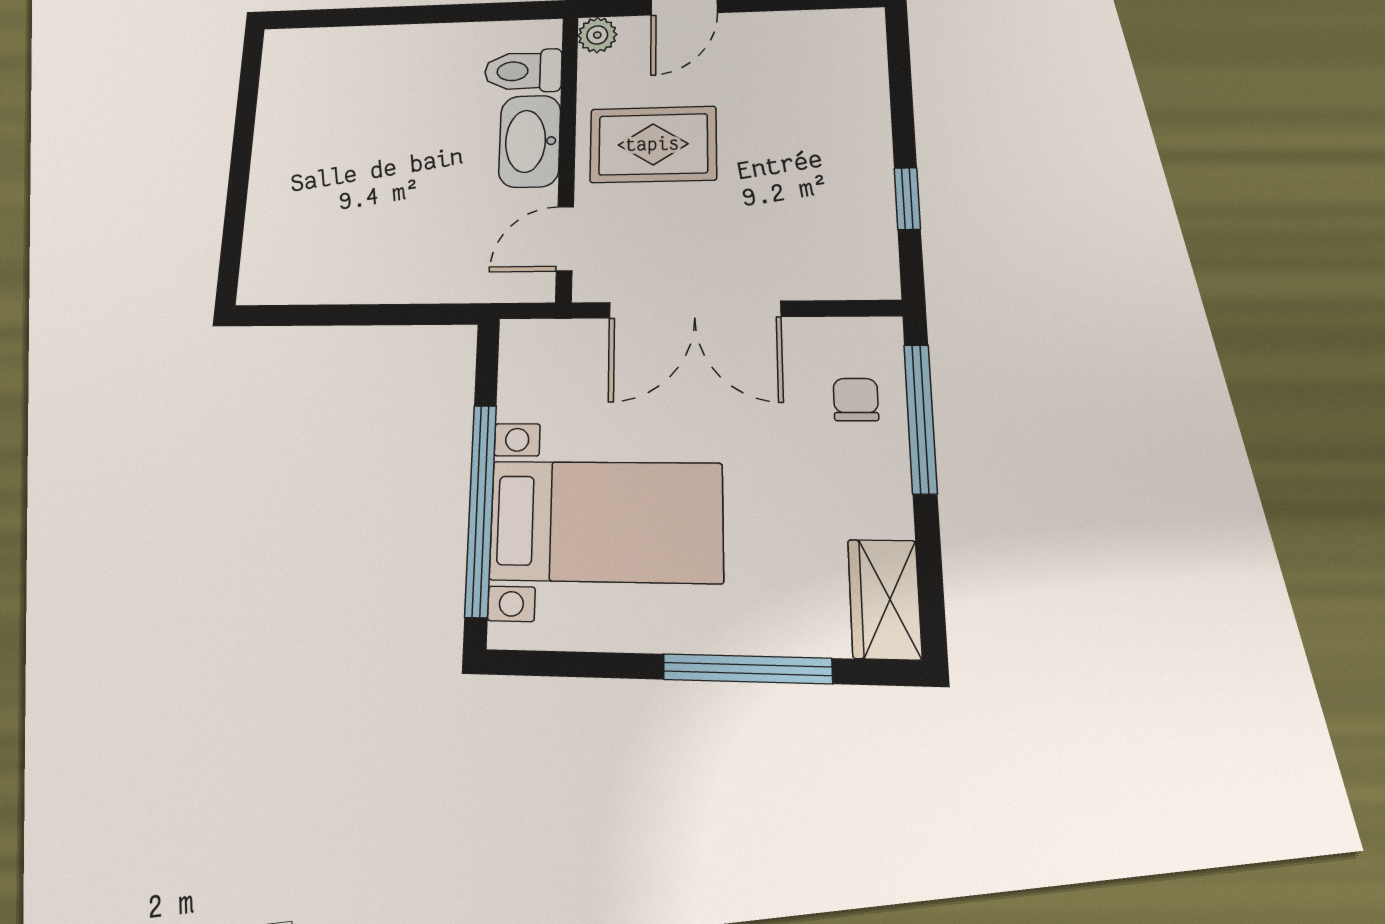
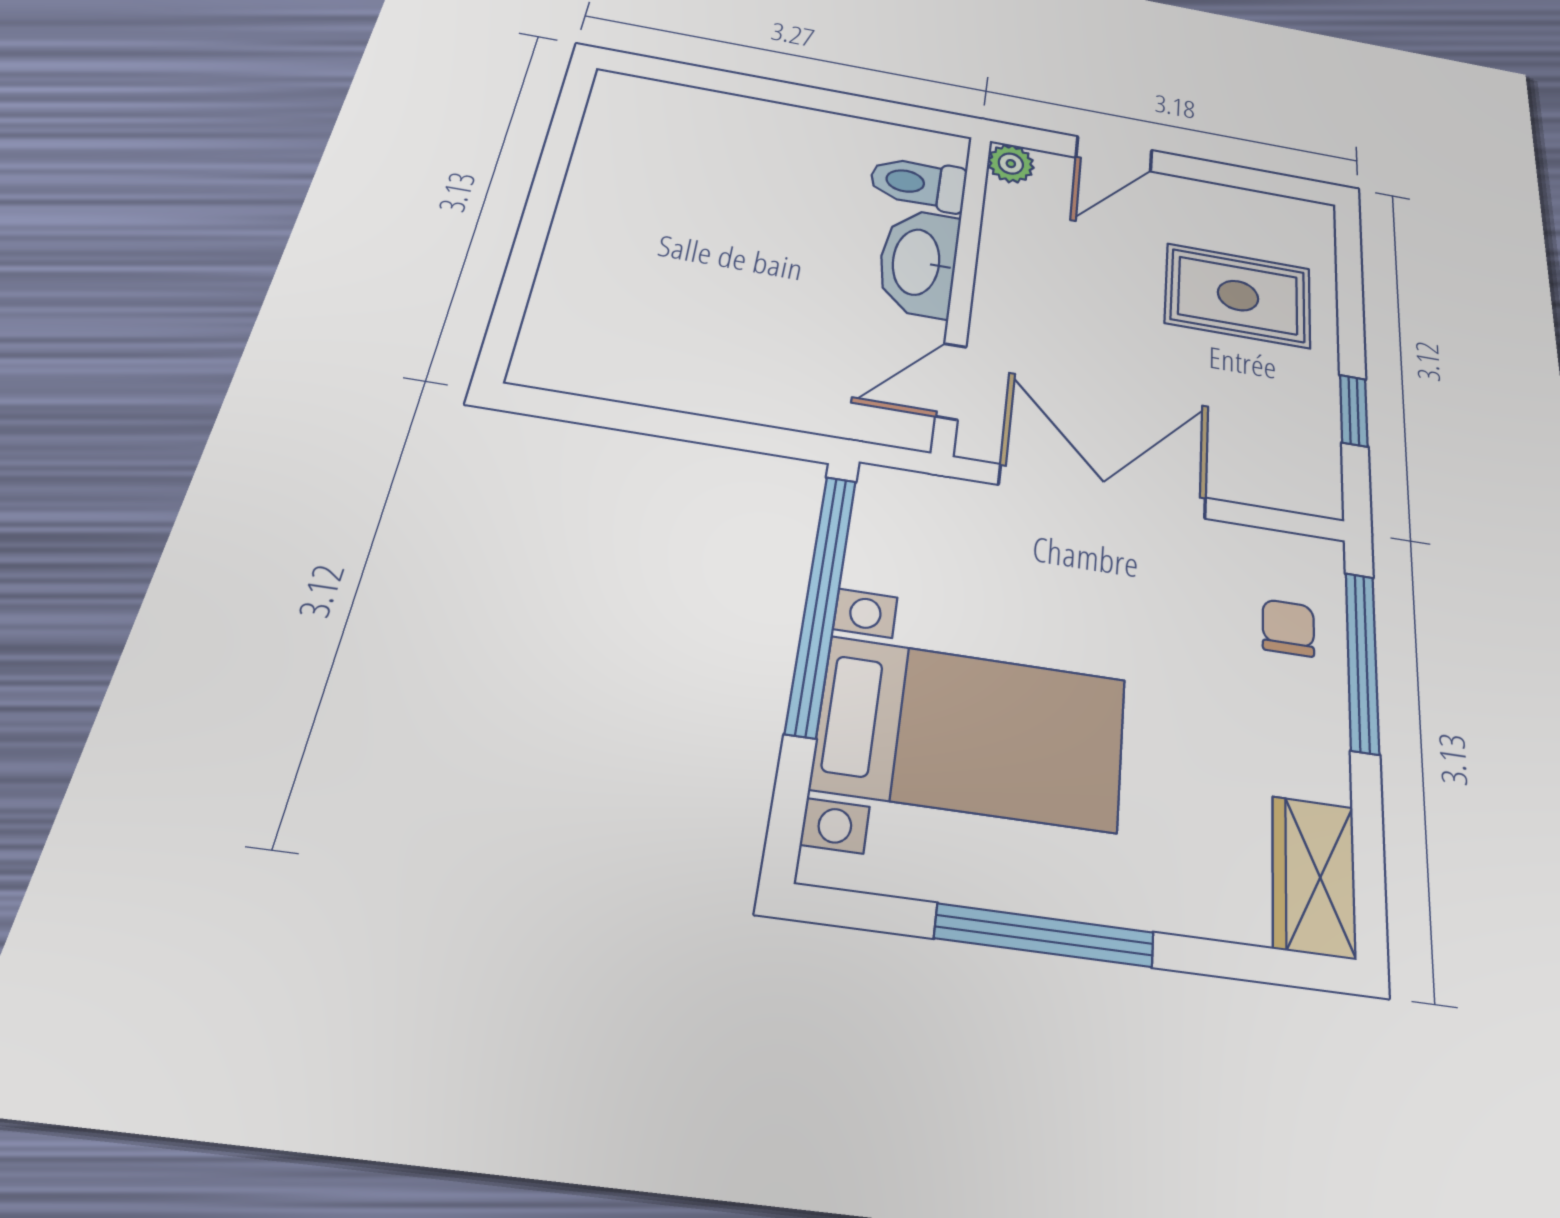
rug: (653, 144) -> (1238, 296), moved
double door: (695, 310) -> (1103, 491), swing flipped
window: (481, 509) -> (822, 602), moved
window: (747, 669) -> (1045, 935), moved

